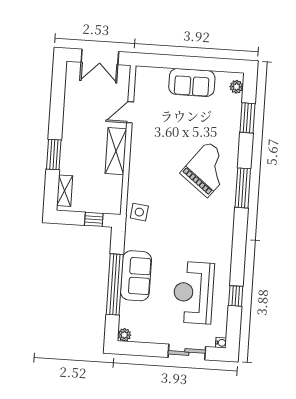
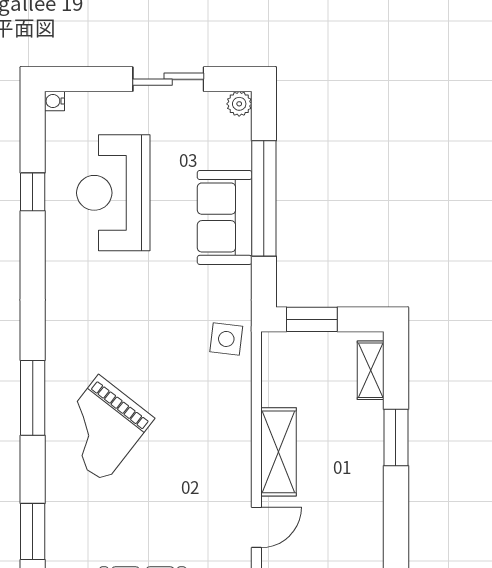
window: (94, 219) -> (312, 319), width x1.50
reception desk: (193, 293) -> (113, 193), turned 180
sliding door: (187, 352) -> (168, 79), moved

